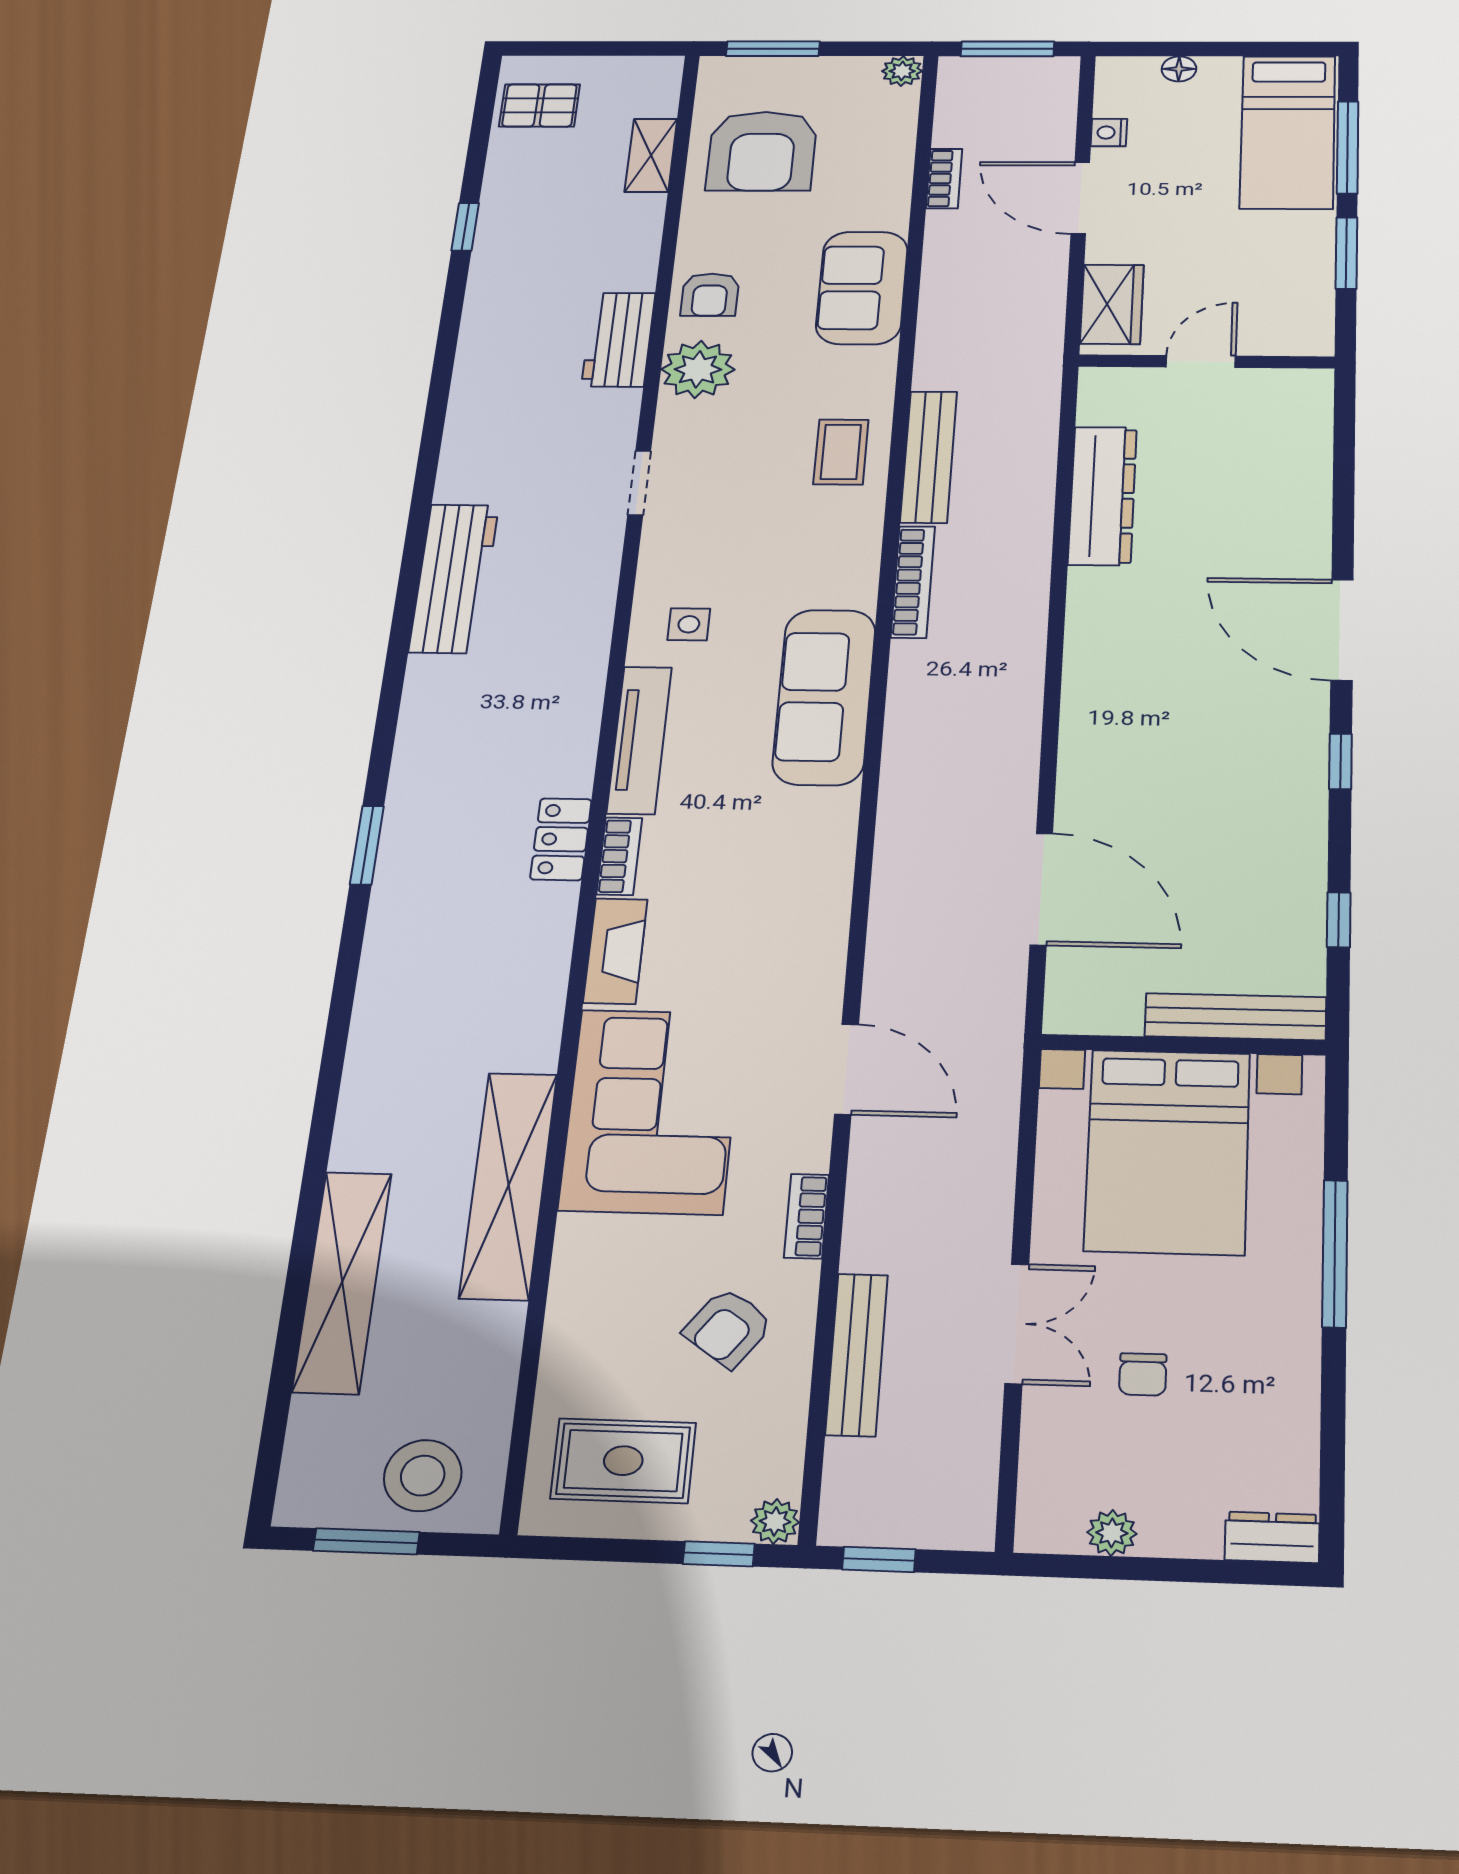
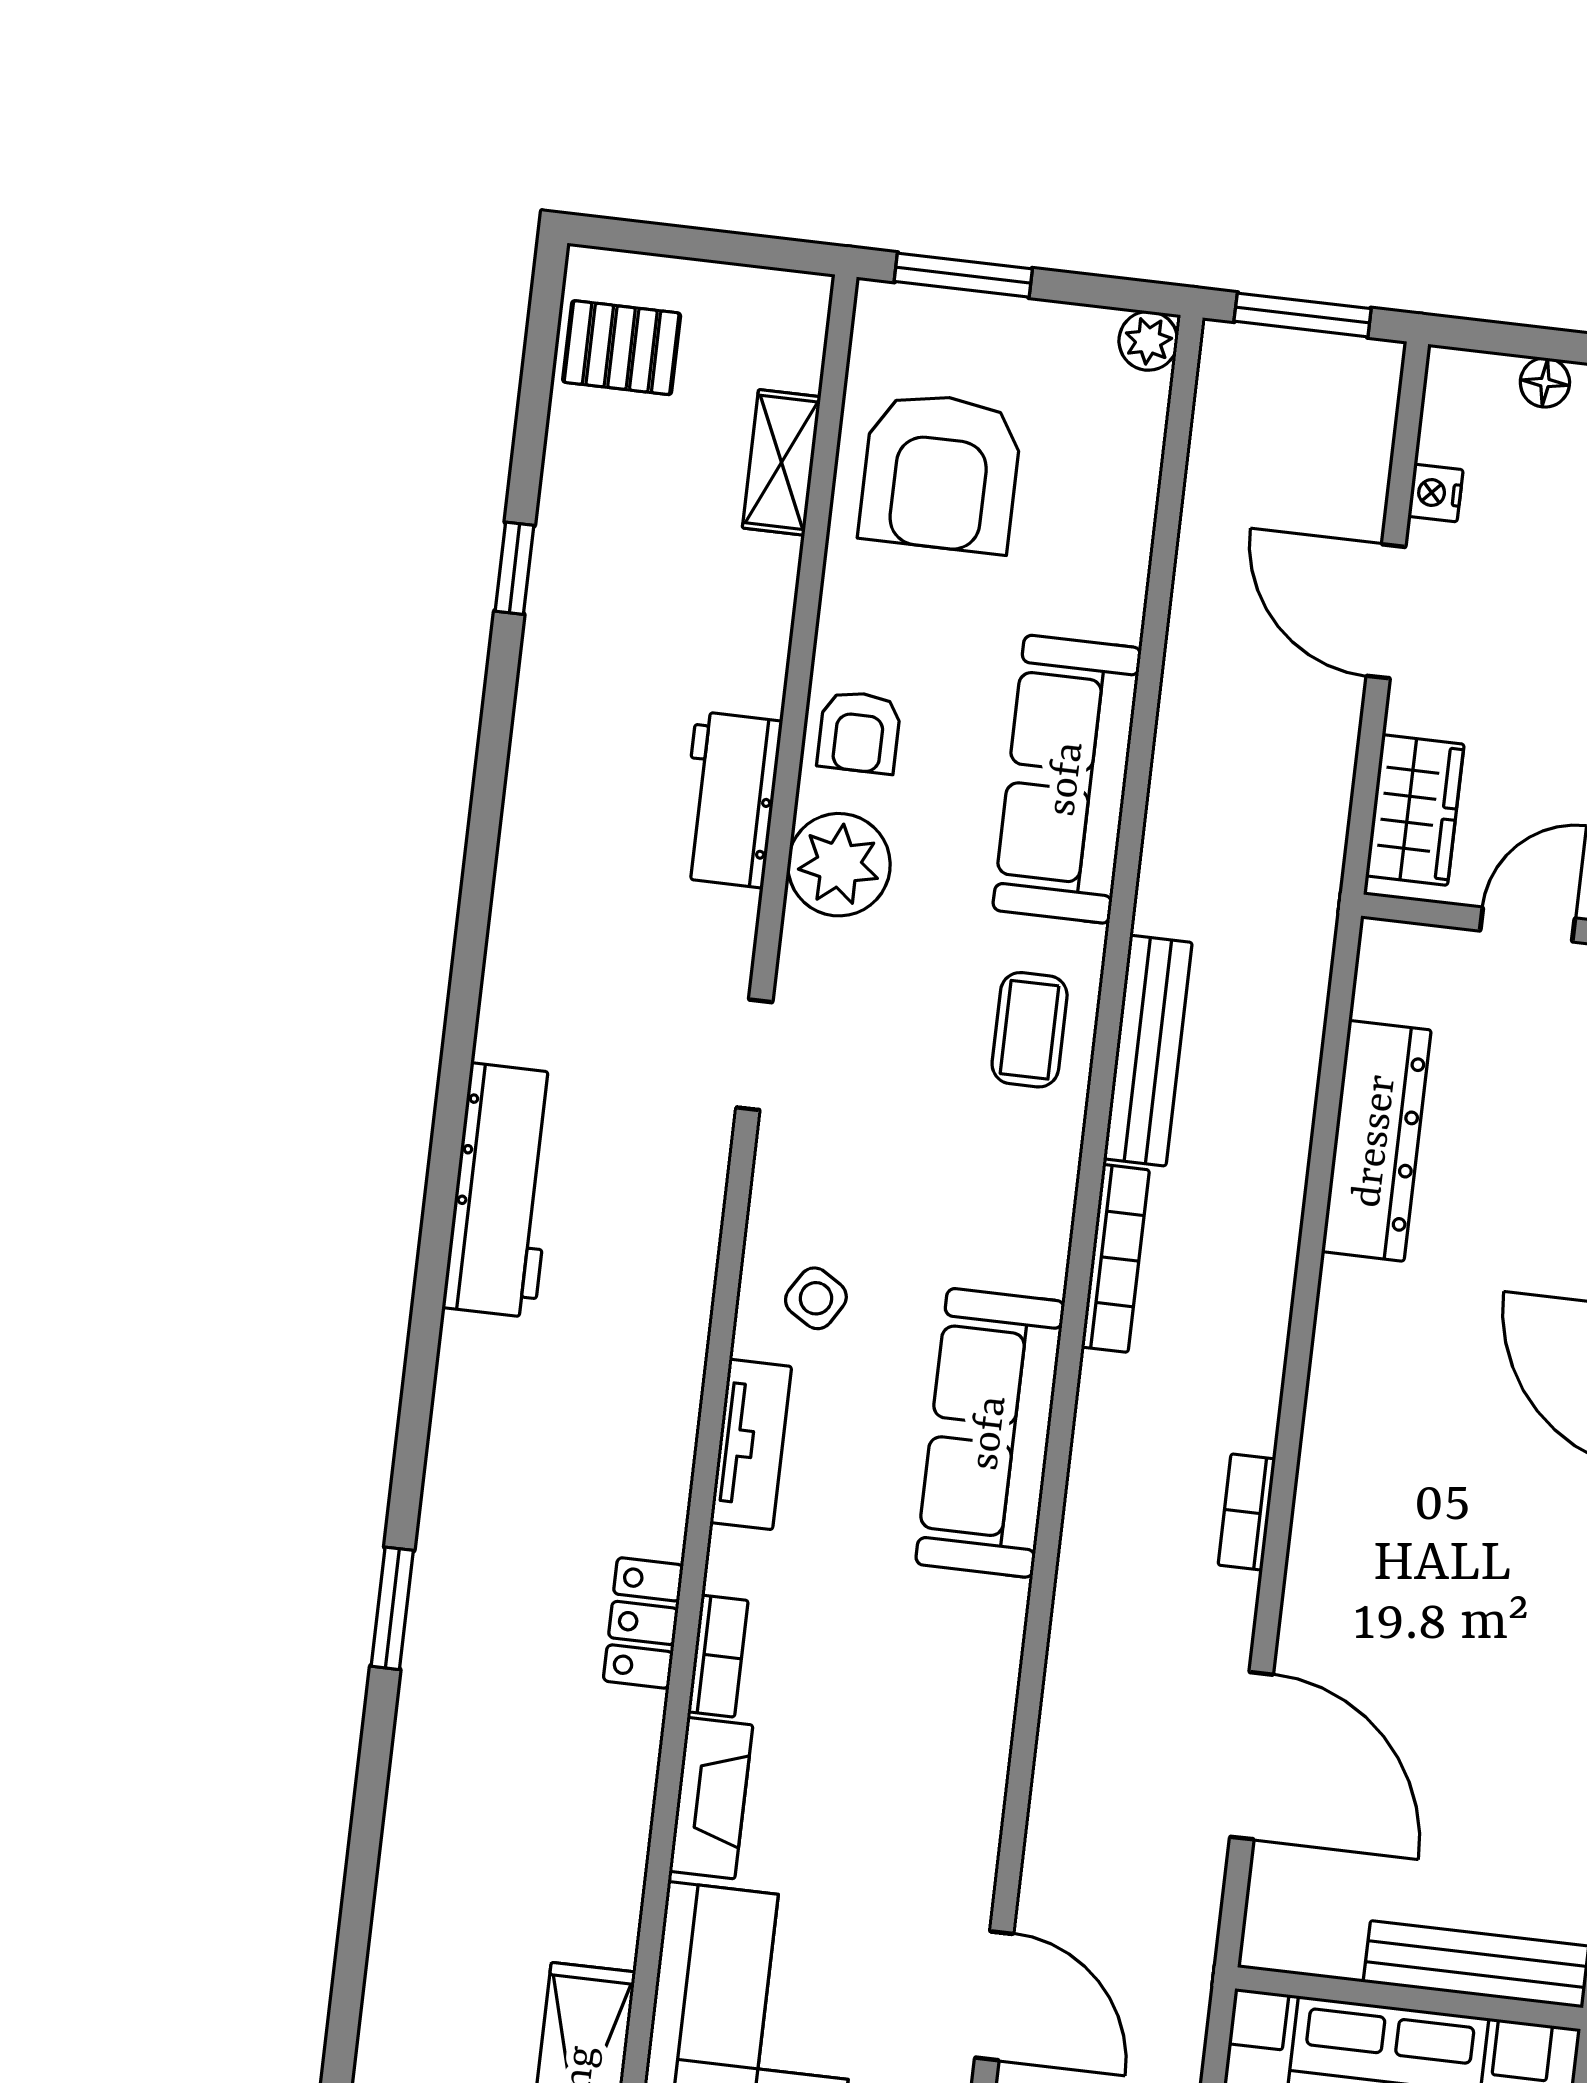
bookcase: (944, 179) -> (1247, 1512), moved, turned 180
sofa: (862, 288) -> (1067, 779), width x1.36
side table: (689, 624) -> (816, 1298), turned 32
tv unit: (639, 740) -> (751, 1444), width x0.71

